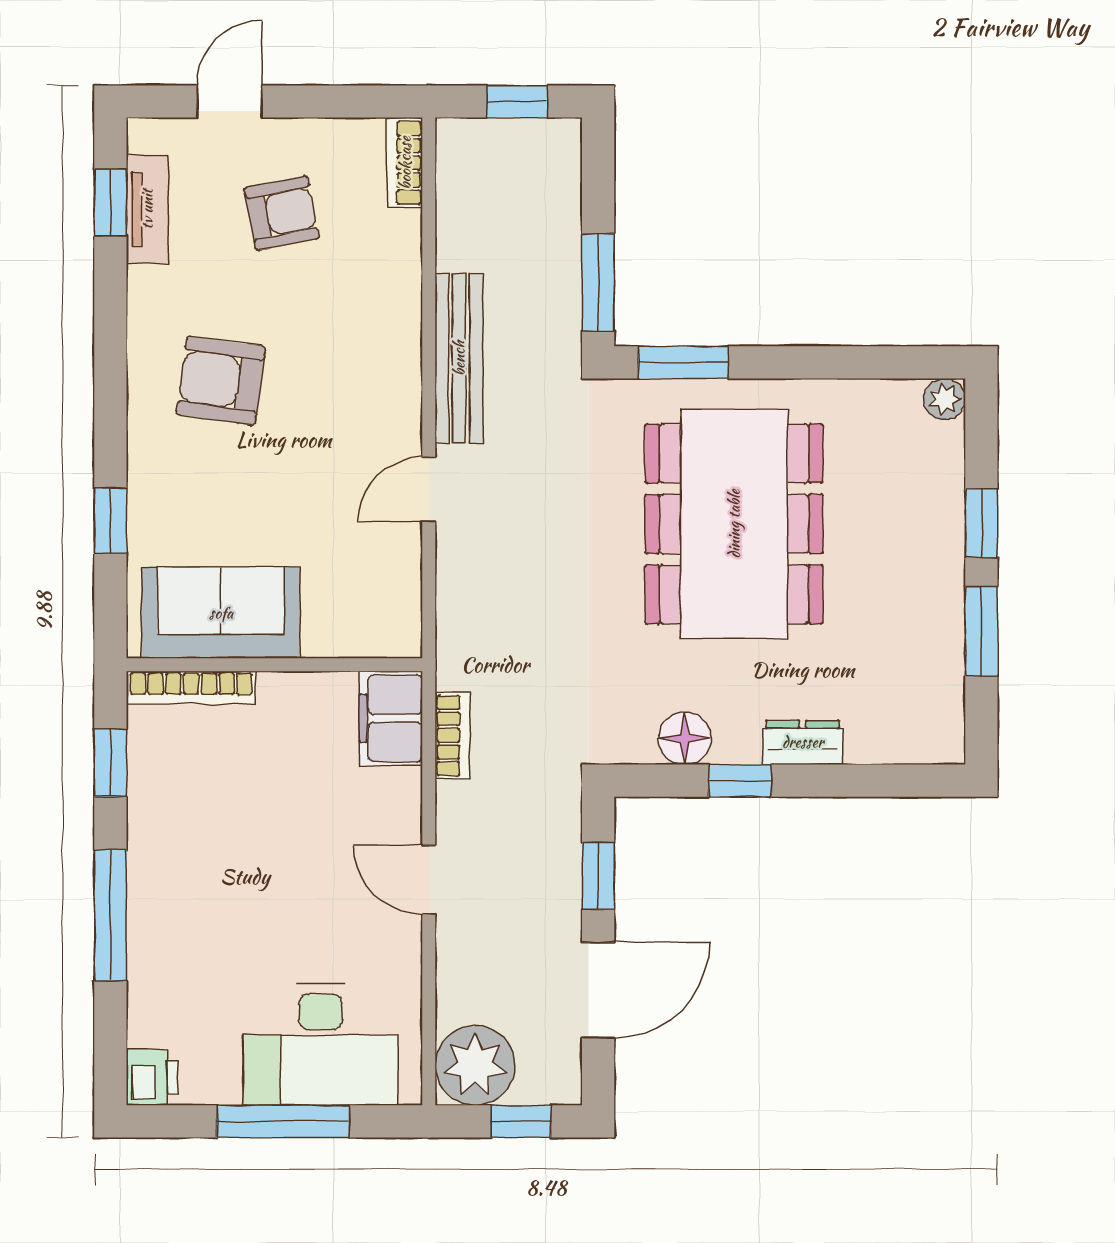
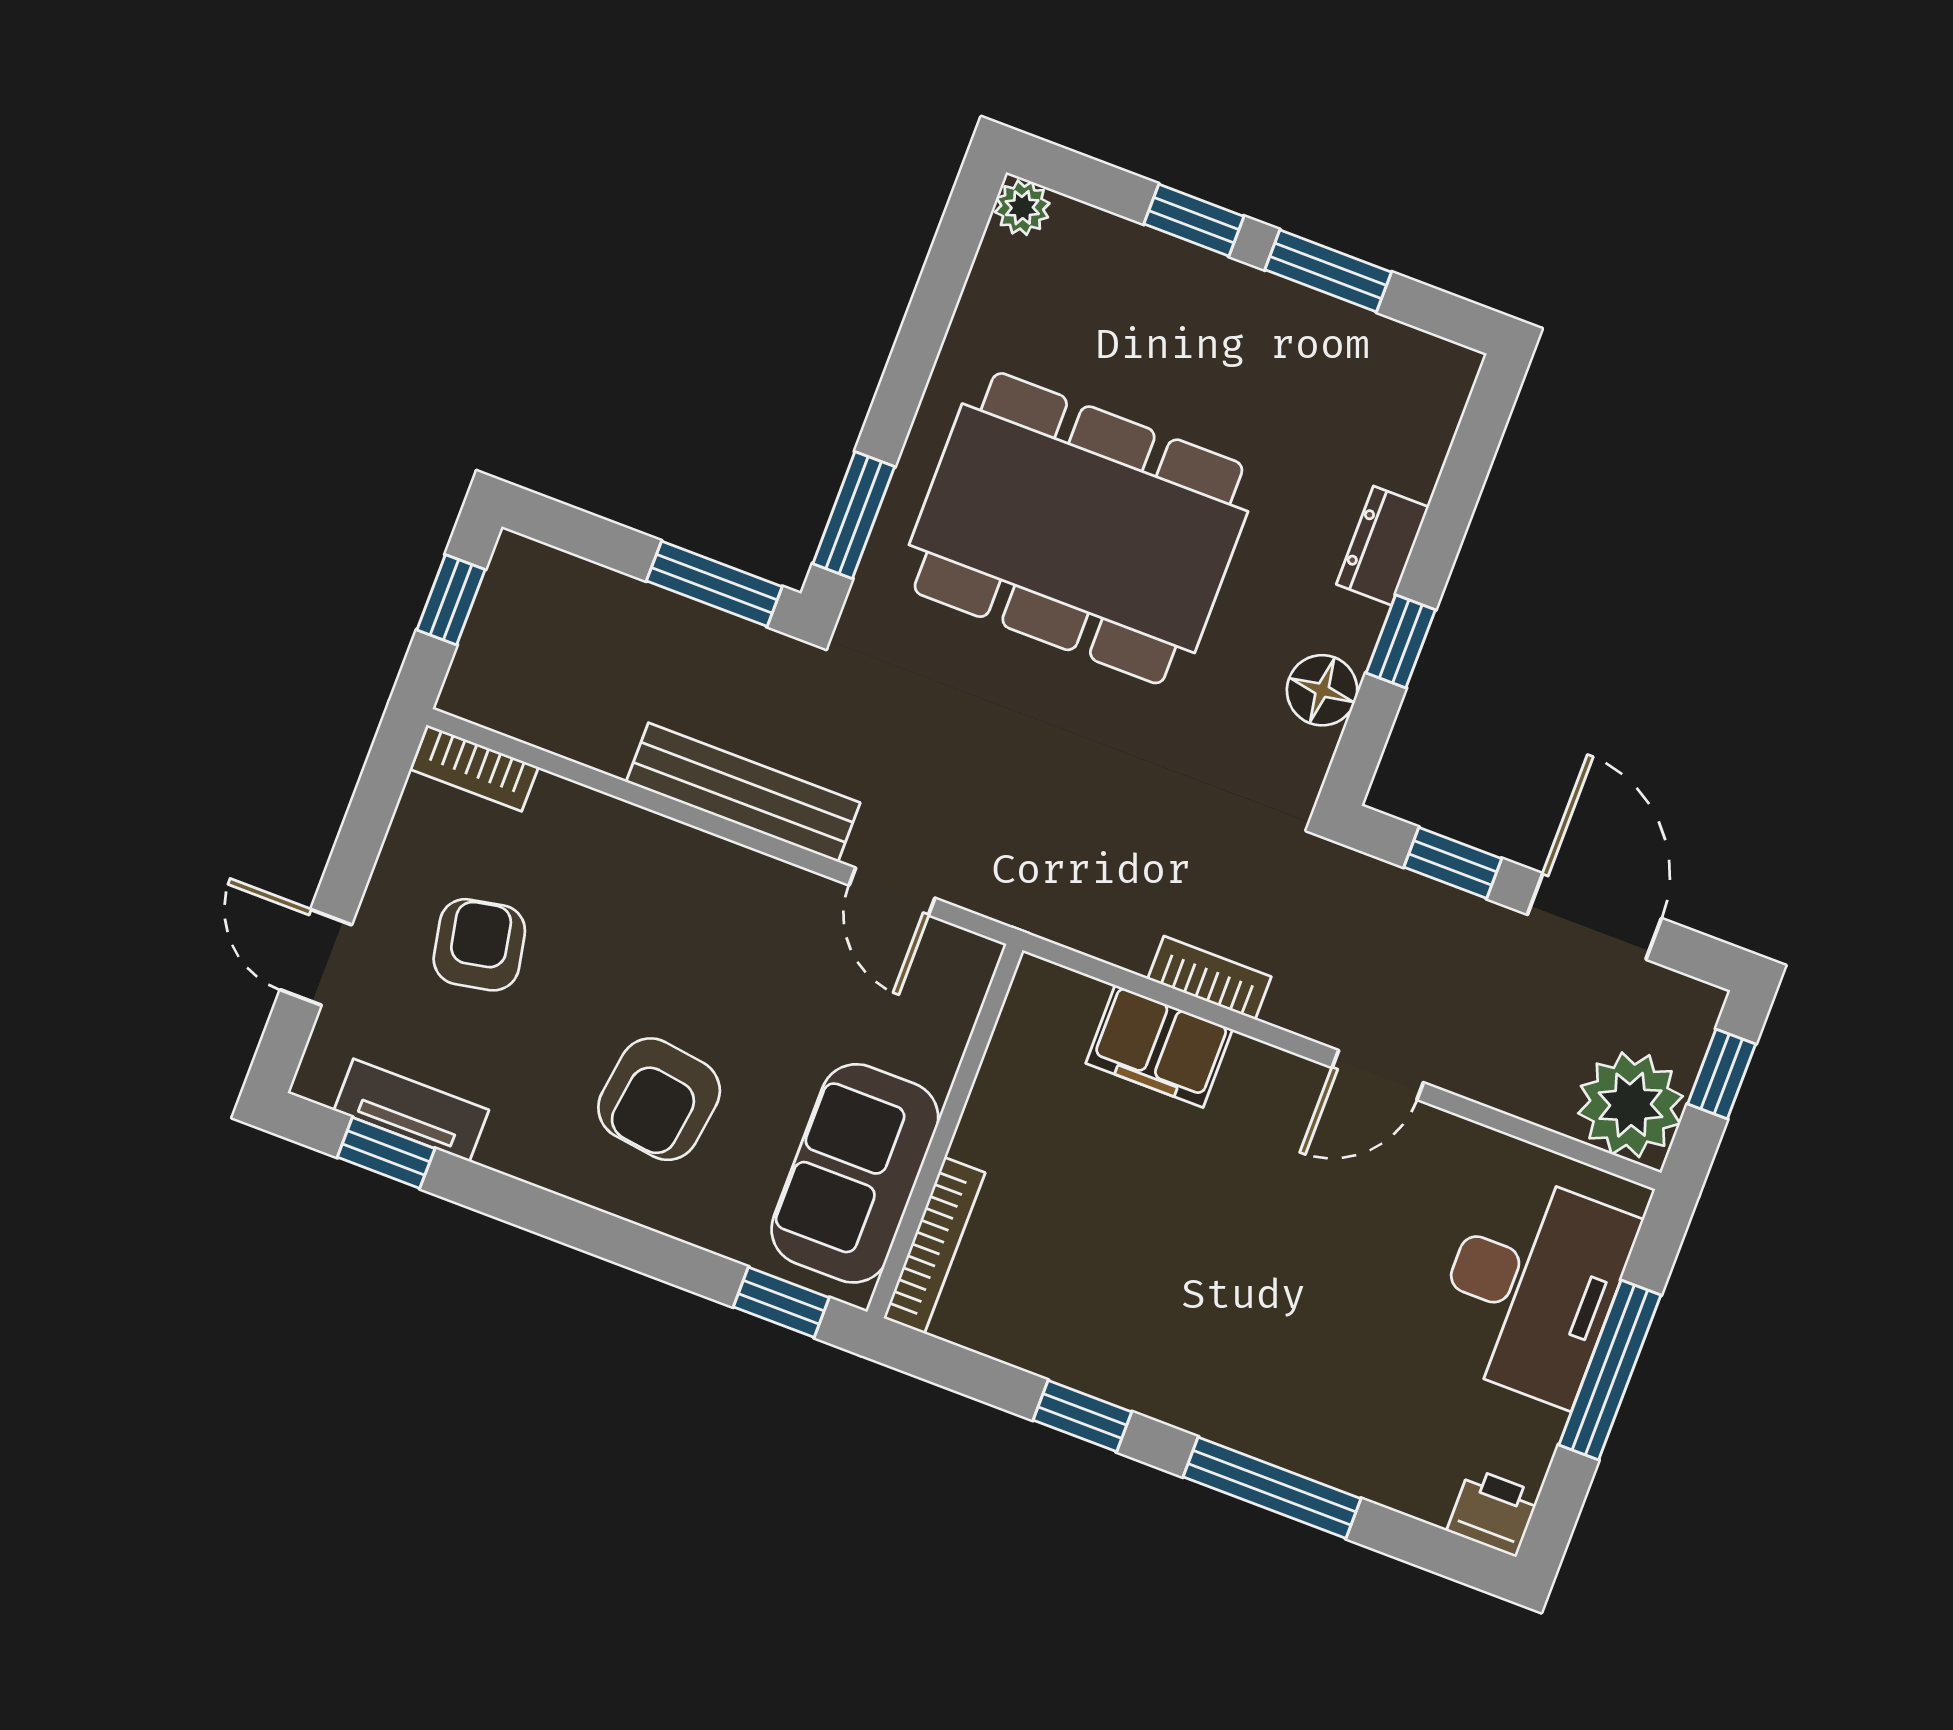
sofa: (221, 613) -> (855, 1173), moved
wall: (274, 665) -> (945, 1131), moved
bookcase: (191, 688) -> (934, 1245), moved

